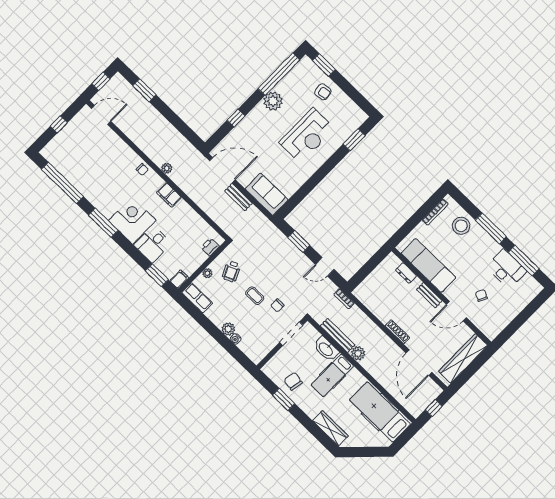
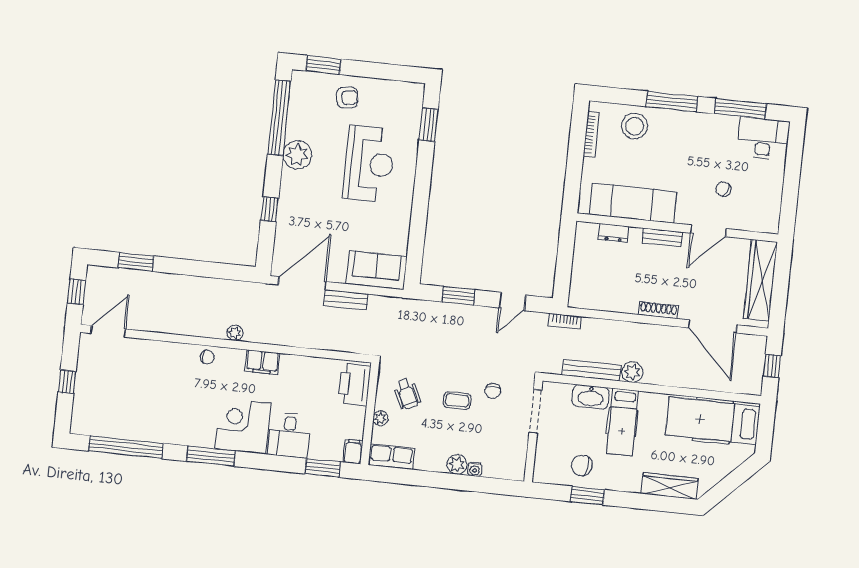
printer: (210, 247) -> (354, 384), width x1.87, depth x1.48
desk: (506, 269) -> (763, 138), moved

